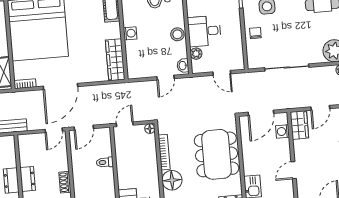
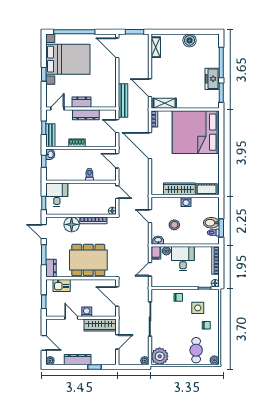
stool: (177, 34) -> (174, 225), moved
wardrobe: (115, 60) -> (179, 189), moved
filing cabinet: (200, 67) -> (156, 253), added
door: (166, 78) -> (150, 216), moved
door: (320, 108) -> (117, 342), swing flipped
wardrobe: (299, 125) -> (100, 325), width x1.50
door: (54, 130) -> (117, 126), moved
washing machine: (283, 131) -> (87, 312), moved
dresser: (28, 179) -> (86, 115), width x1.44

